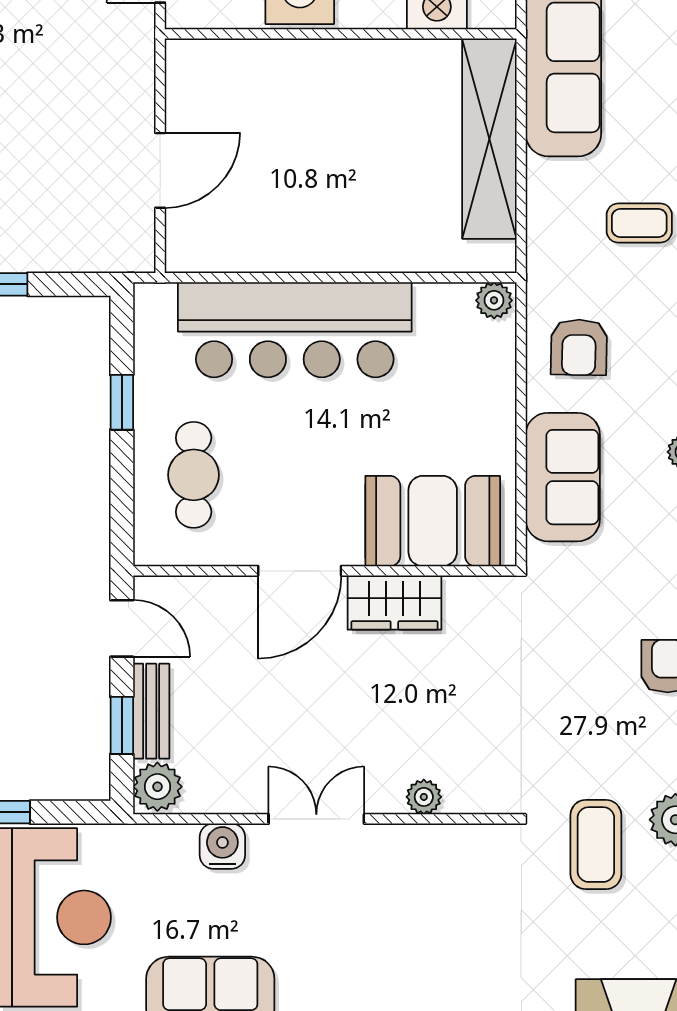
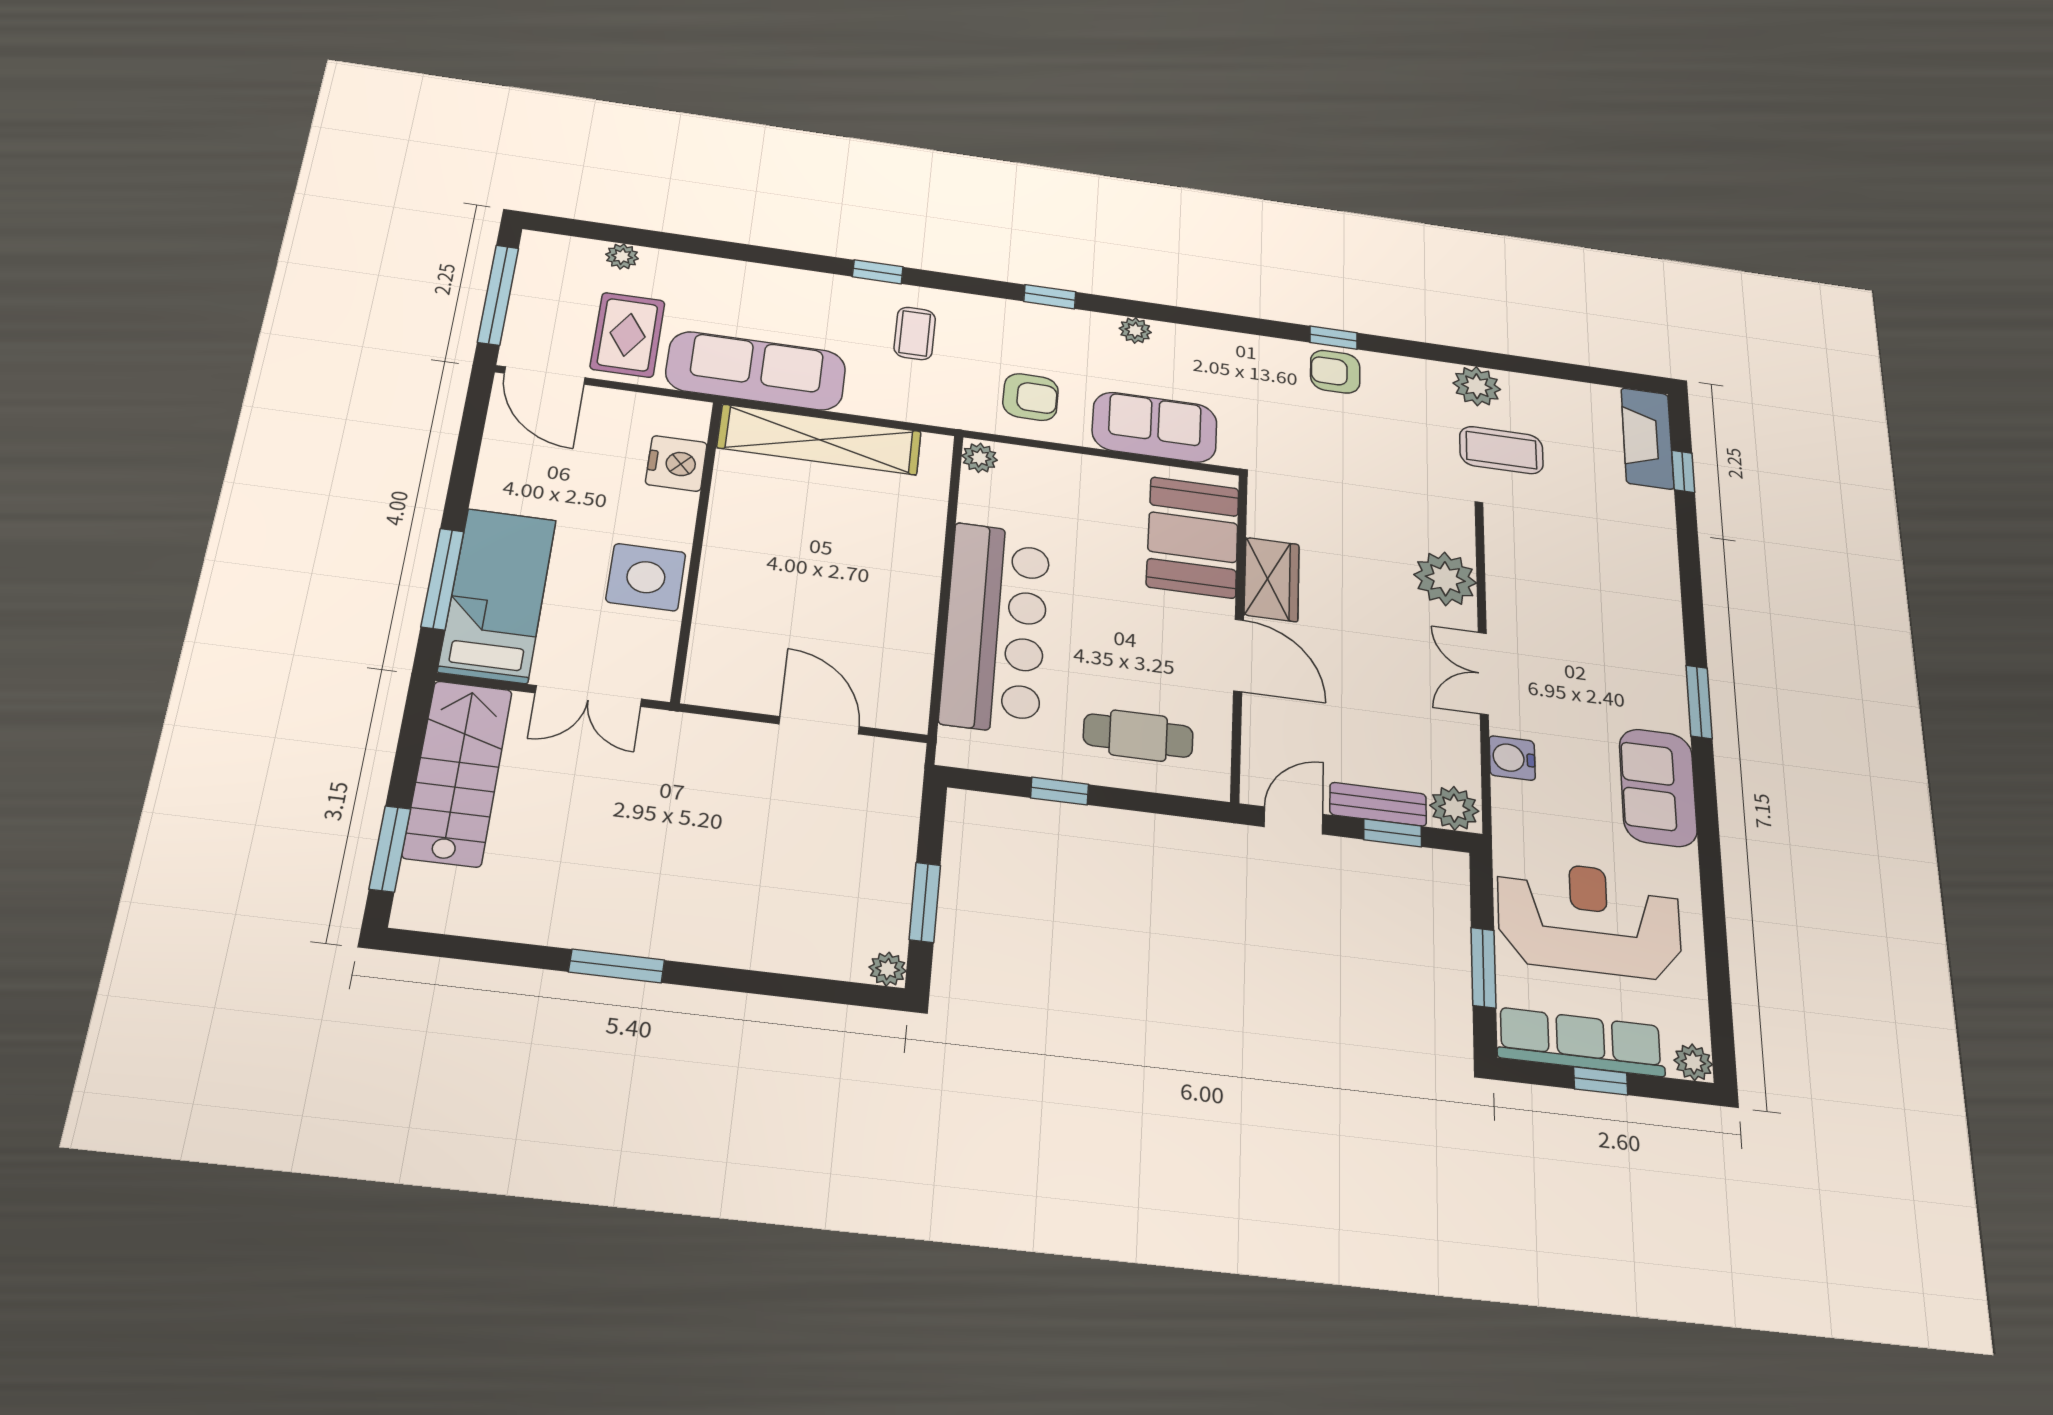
plant: (424, 797) -> (1445, 579), width x1.88, depth x1.88

